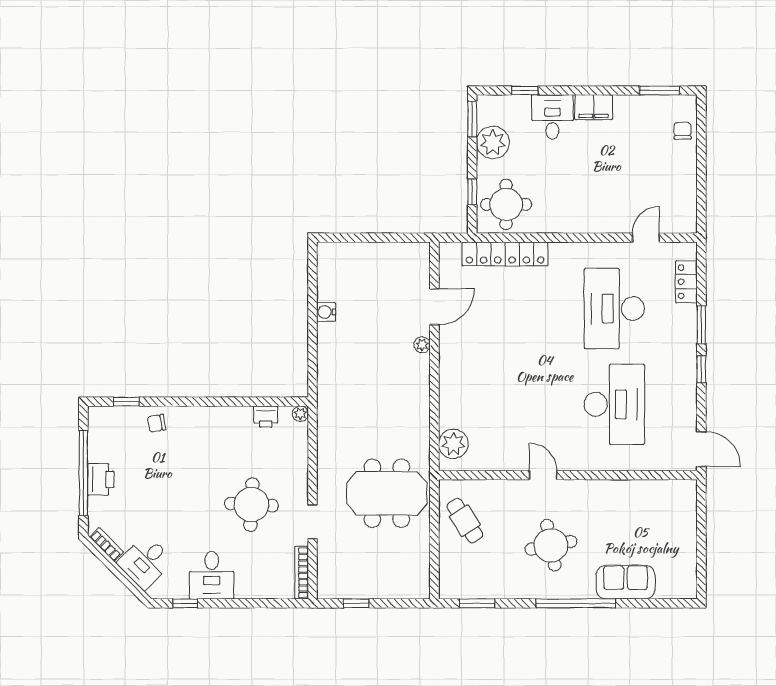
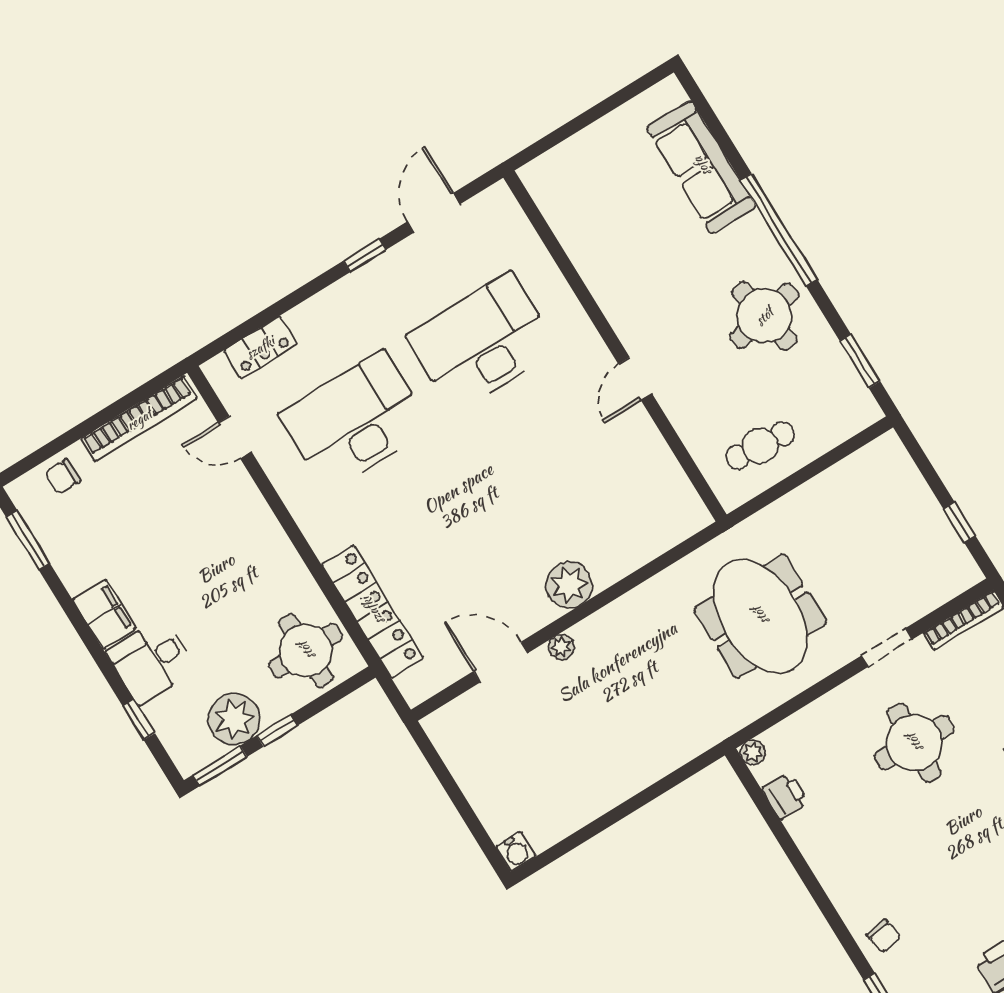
window: (472, 192) -> (277, 730), moved
bookcase: (688, 192) -> (139, 419), added
desk: (614, 309) -> (355, 421), turned 180
water cooler: (326, 312) -> (516, 852), moved
window: (701, 325) -> (305, 292), removed
plant: (453, 444) -> (569, 585), moved
door: (701, 449) -> (434, 213), moved
meeting table: (387, 493) -> (760, 616), moved
cafe table: (465, 521) -> (760, 446), turned 37
round table: (551, 545) -> (764, 316), moved
sofa: (626, 582) -> (701, 167), width x1.36

